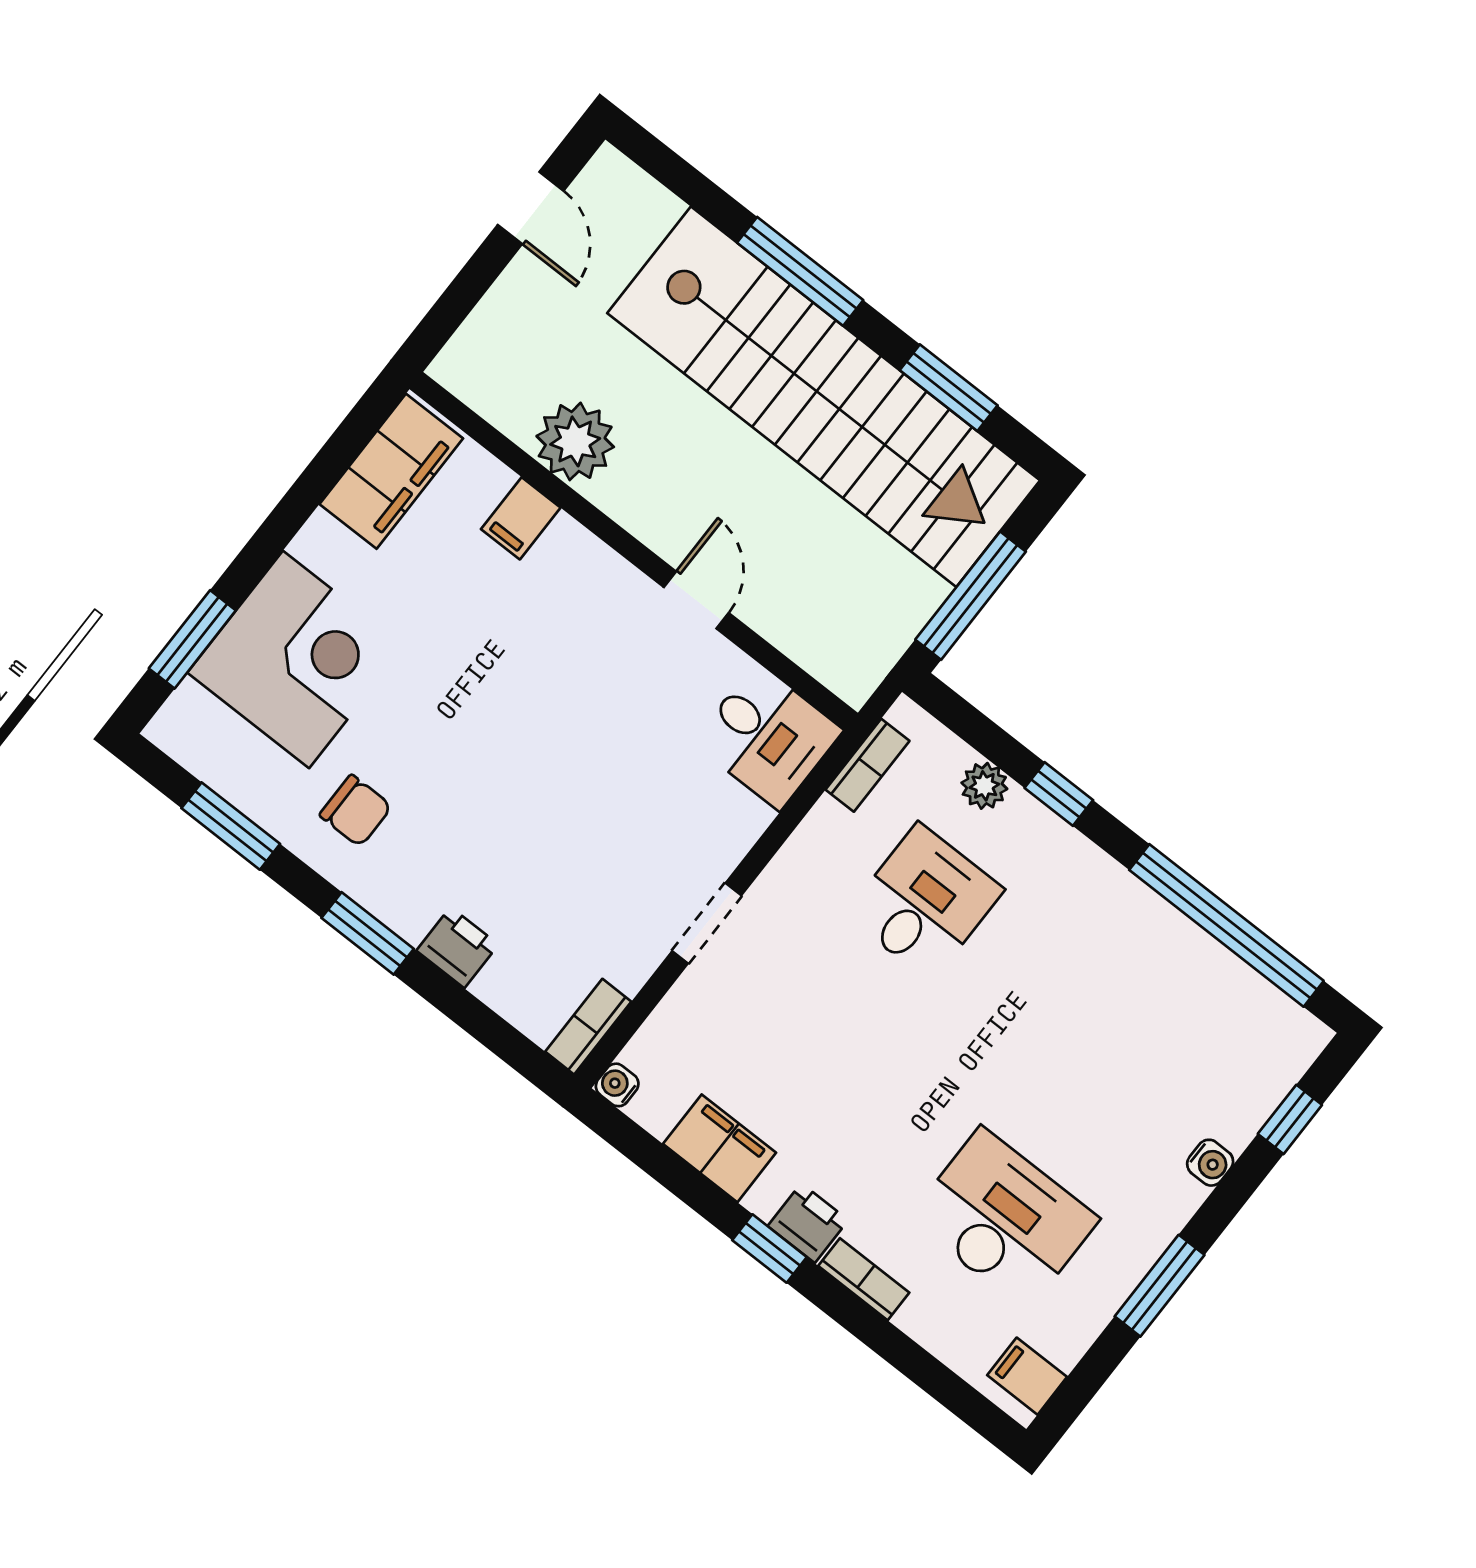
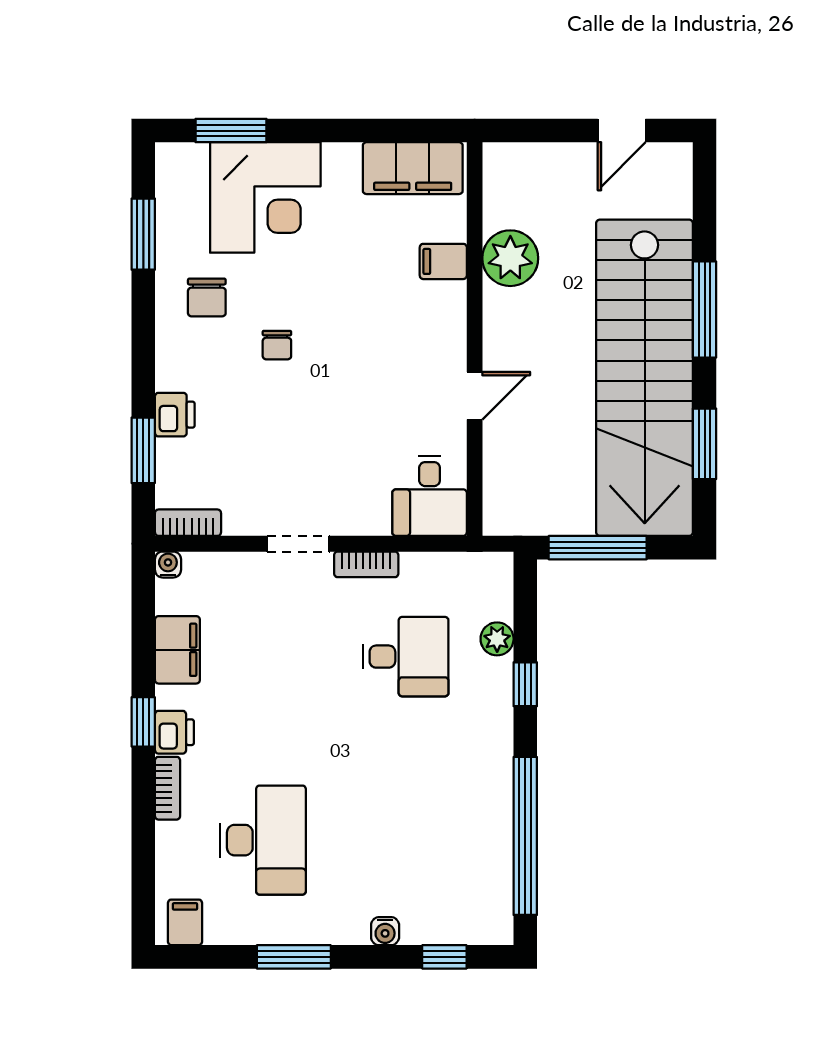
bookcase: (868, 765) -> (366, 564), moved
chair: (469, 775) -> (277, 345), added
window: (368, 933) -> (143, 450), moved

